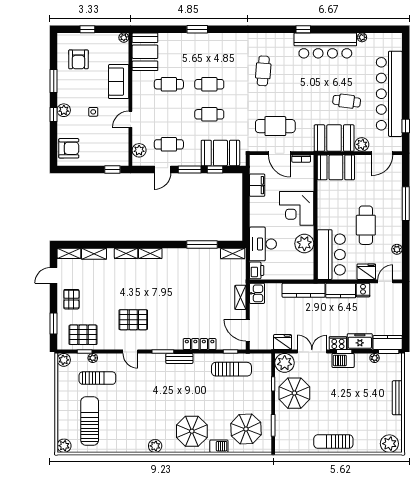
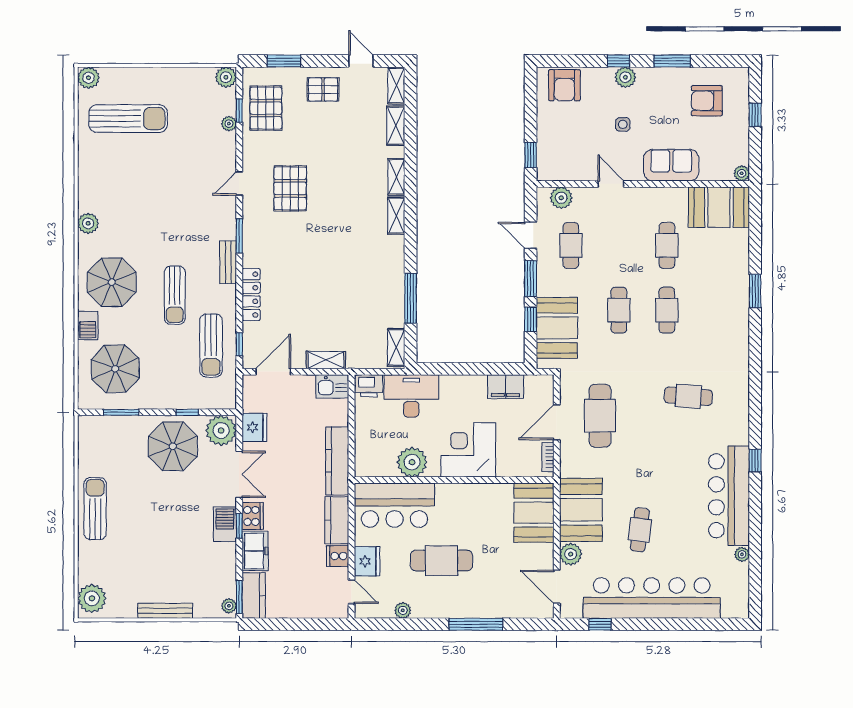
plant: (375, 358) -> (229, 606), moved
sun lounger: (97, 378) -> (175, 295), moved

